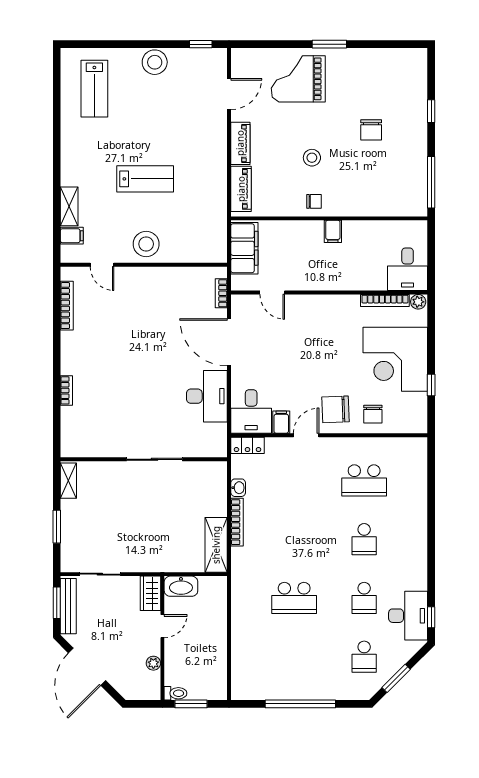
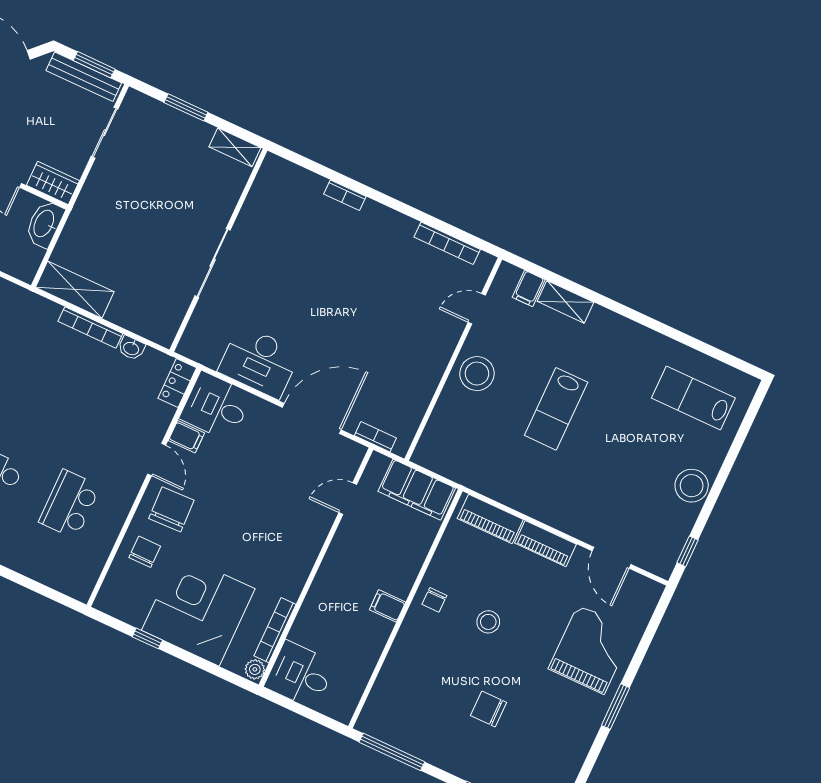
chair: (373, 414) -> (145, 552), turned 90

